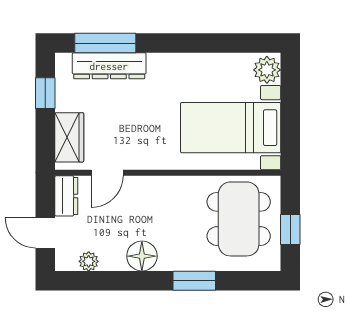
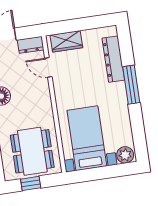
window: (105, 43) -> (131, 85), moved
window: (45, 93) -> (91, 23), removed
dining table: (239, 219) -> (32, 151), turned 90

